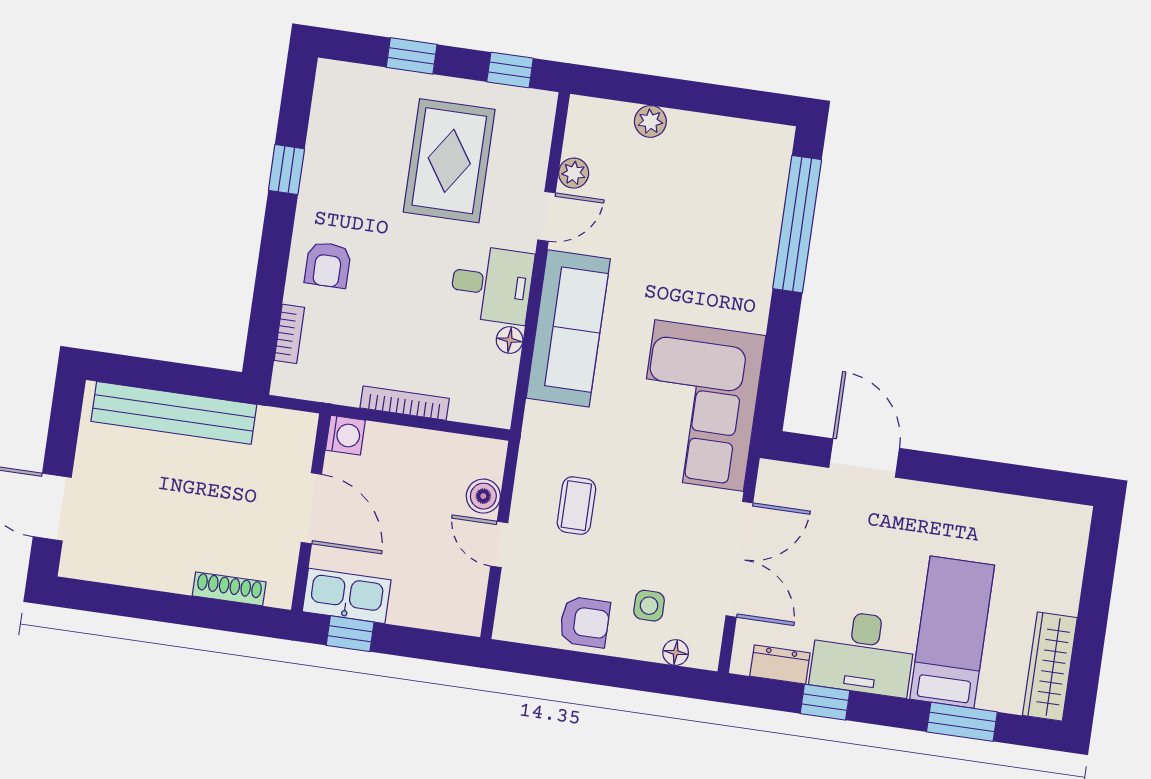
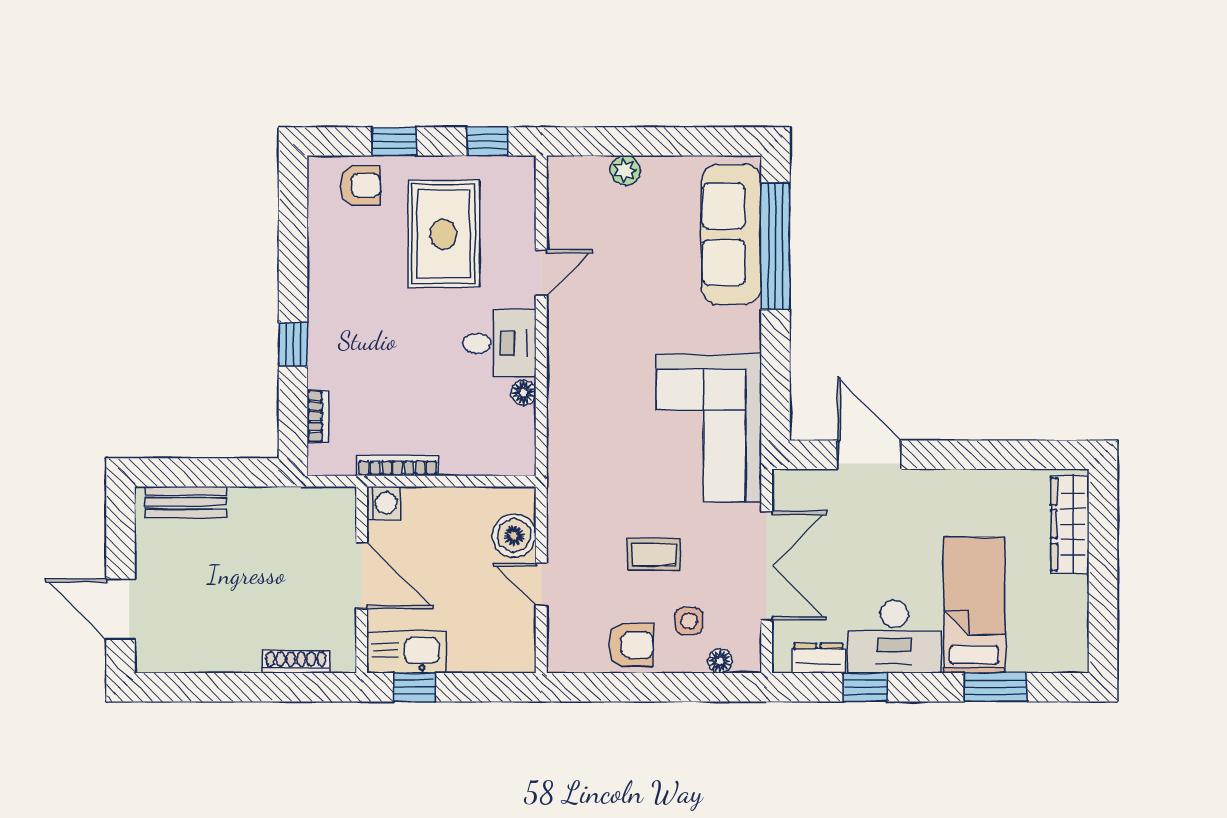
window: (286, 170) -> (293, 344), moved
plant: (574, 173) -> (561, 229), removed
armchair: (328, 265) -> (360, 185), moved, turned -90
sofa: (568, 328) -> (731, 234), moved, turned 180
bookcase: (405, 403) -> (398, 465), moved
bench: (174, 413) -> (186, 502), width x0.54, depth x0.82
boiler: (483, 496) -> (514, 535), width x1.36, depth x1.36
coffee table: (576, 506) -> (654, 554), moved, turned 90
wardrobe: (1050, 667) -> (1070, 524), moved

